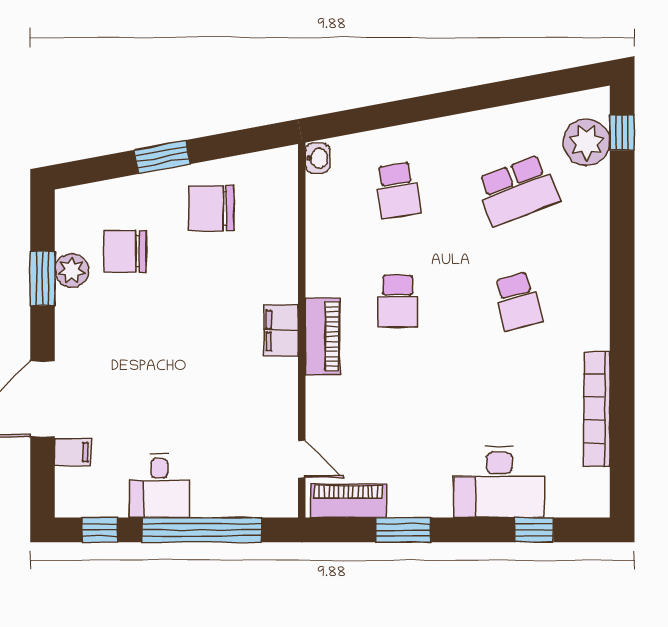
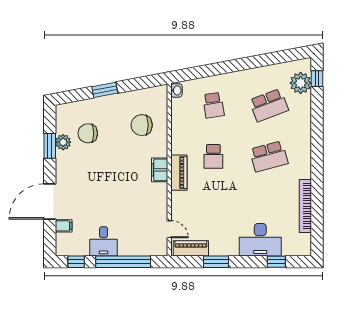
chair: (211, 208) -> (142, 125), moved
school desk: (518, 301) -> (269, 156), width x1.85

